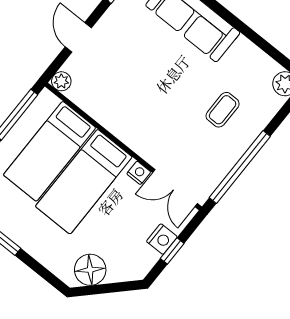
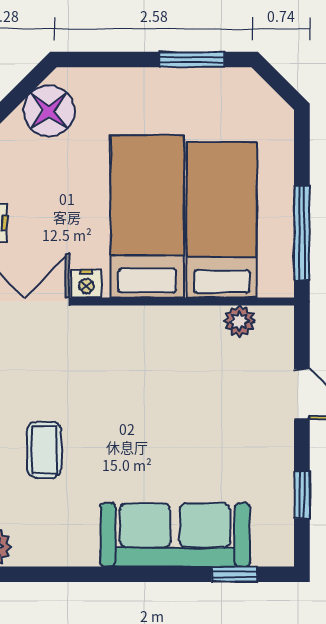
plant: (61, 81) -> (240, 321), moved

